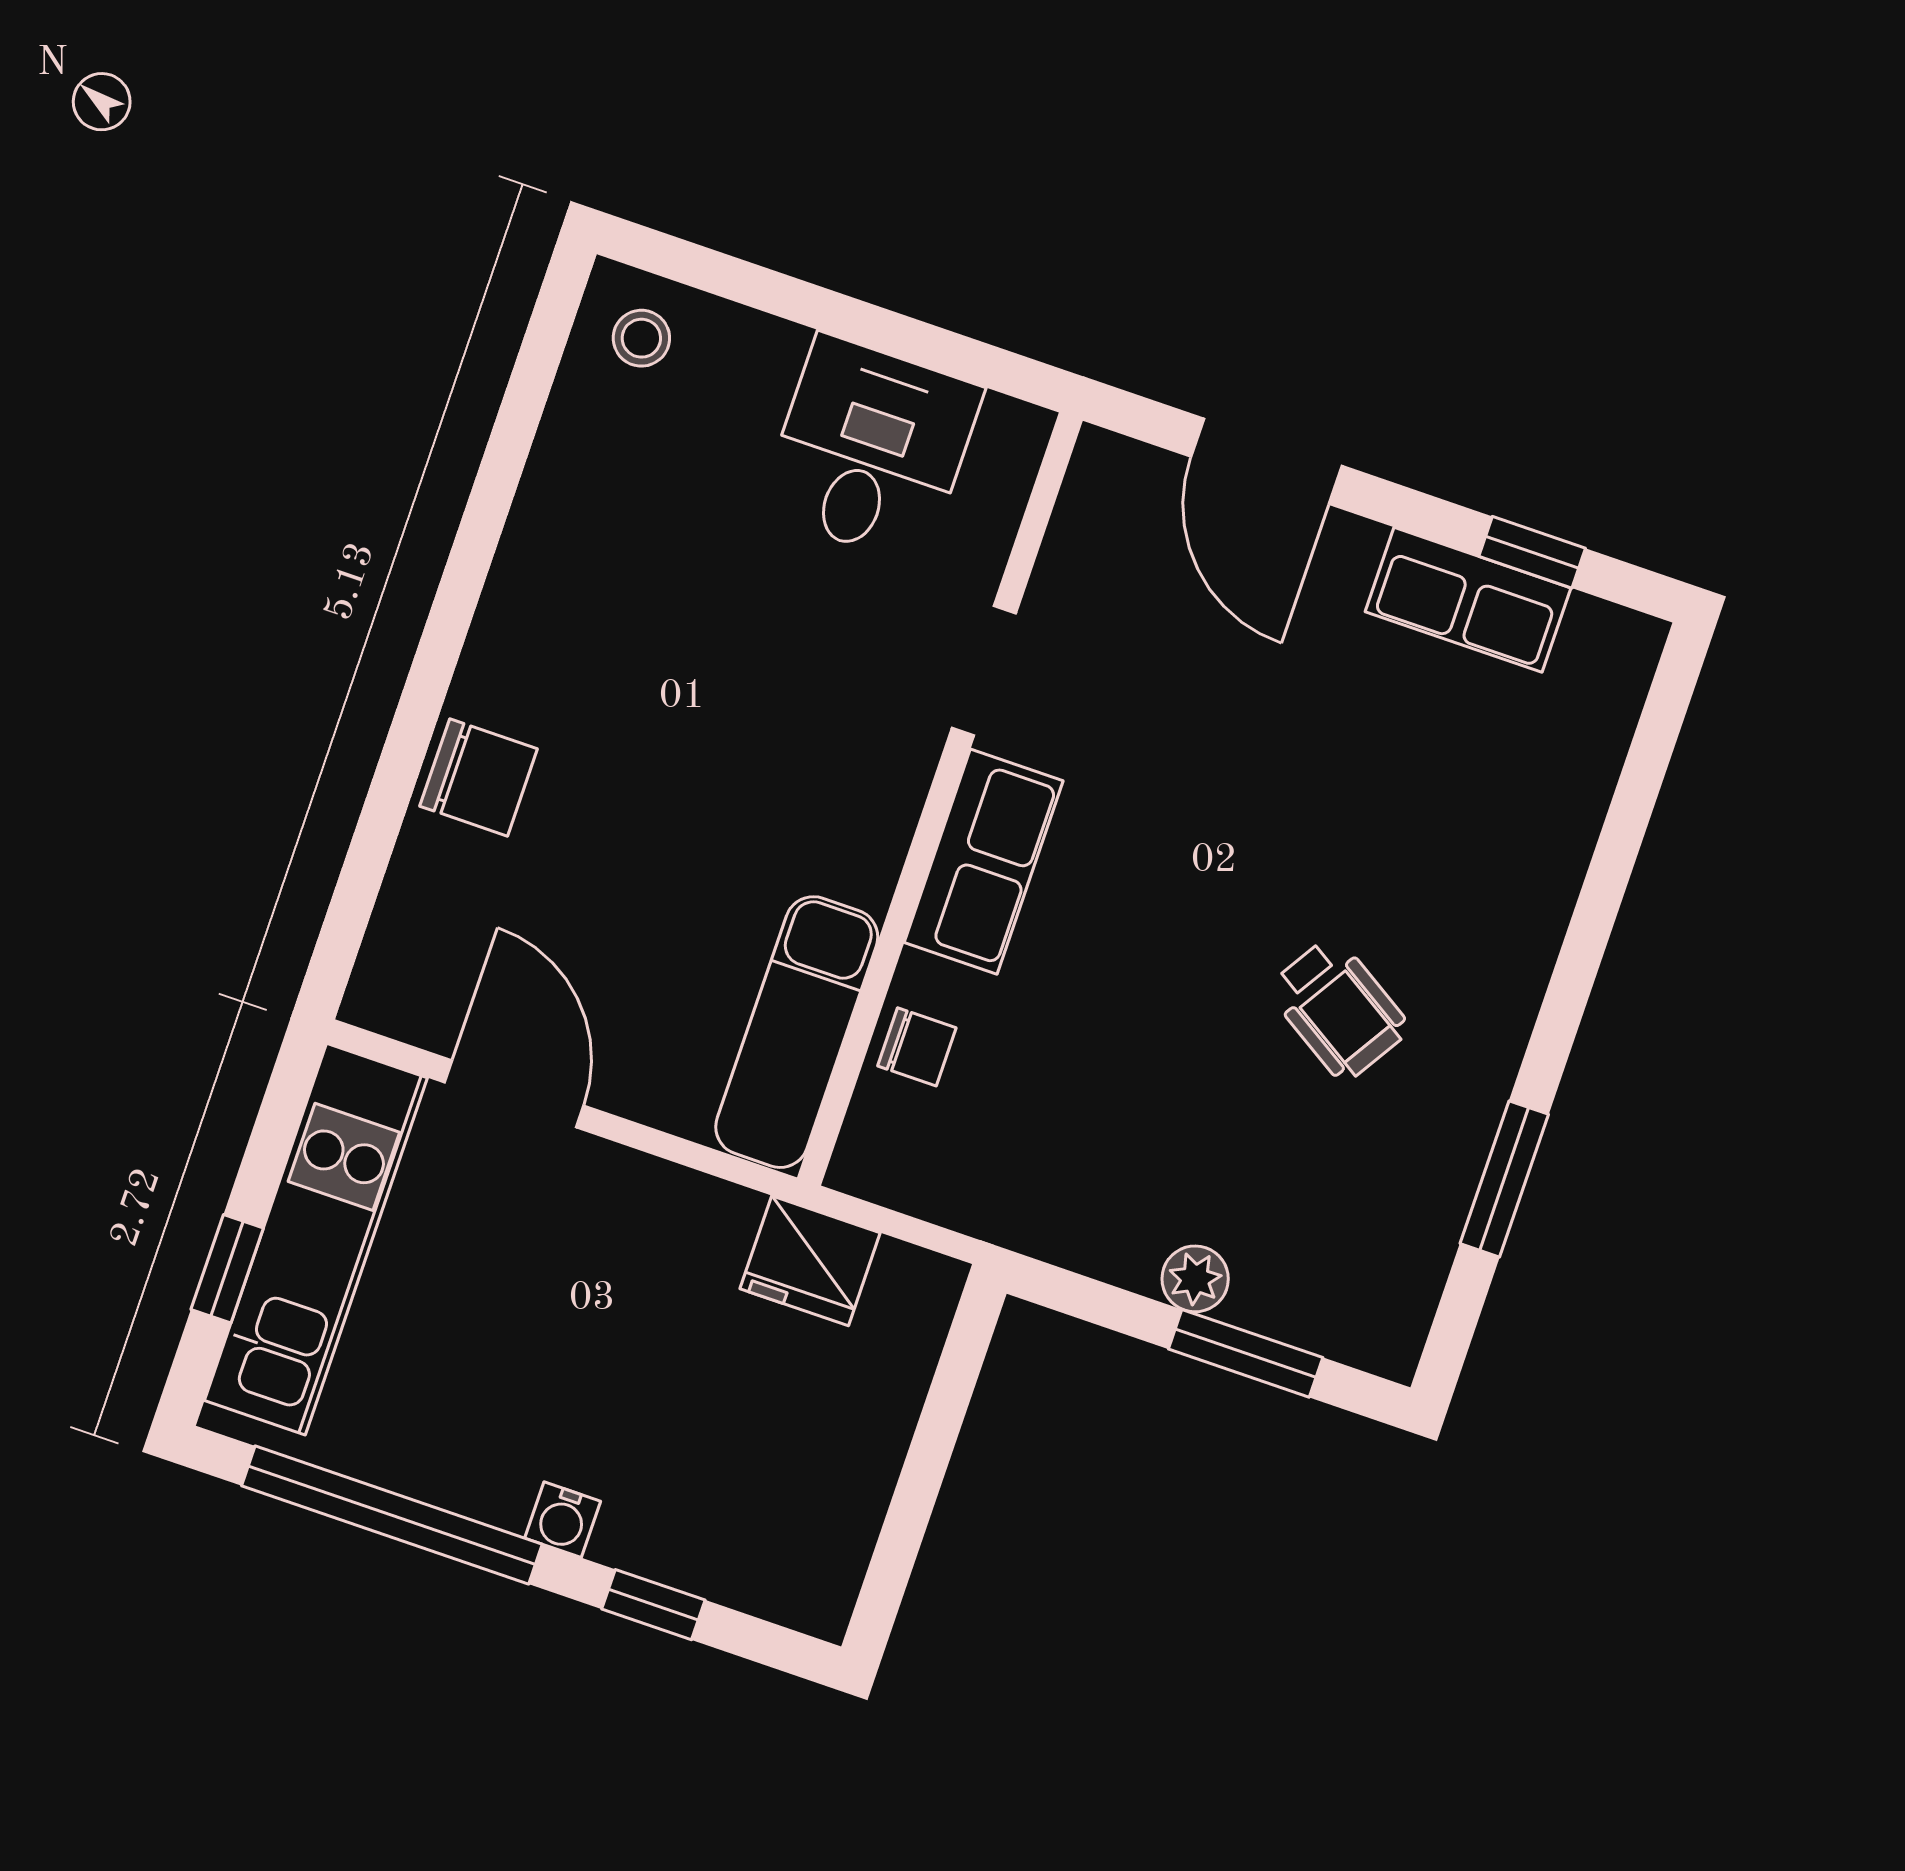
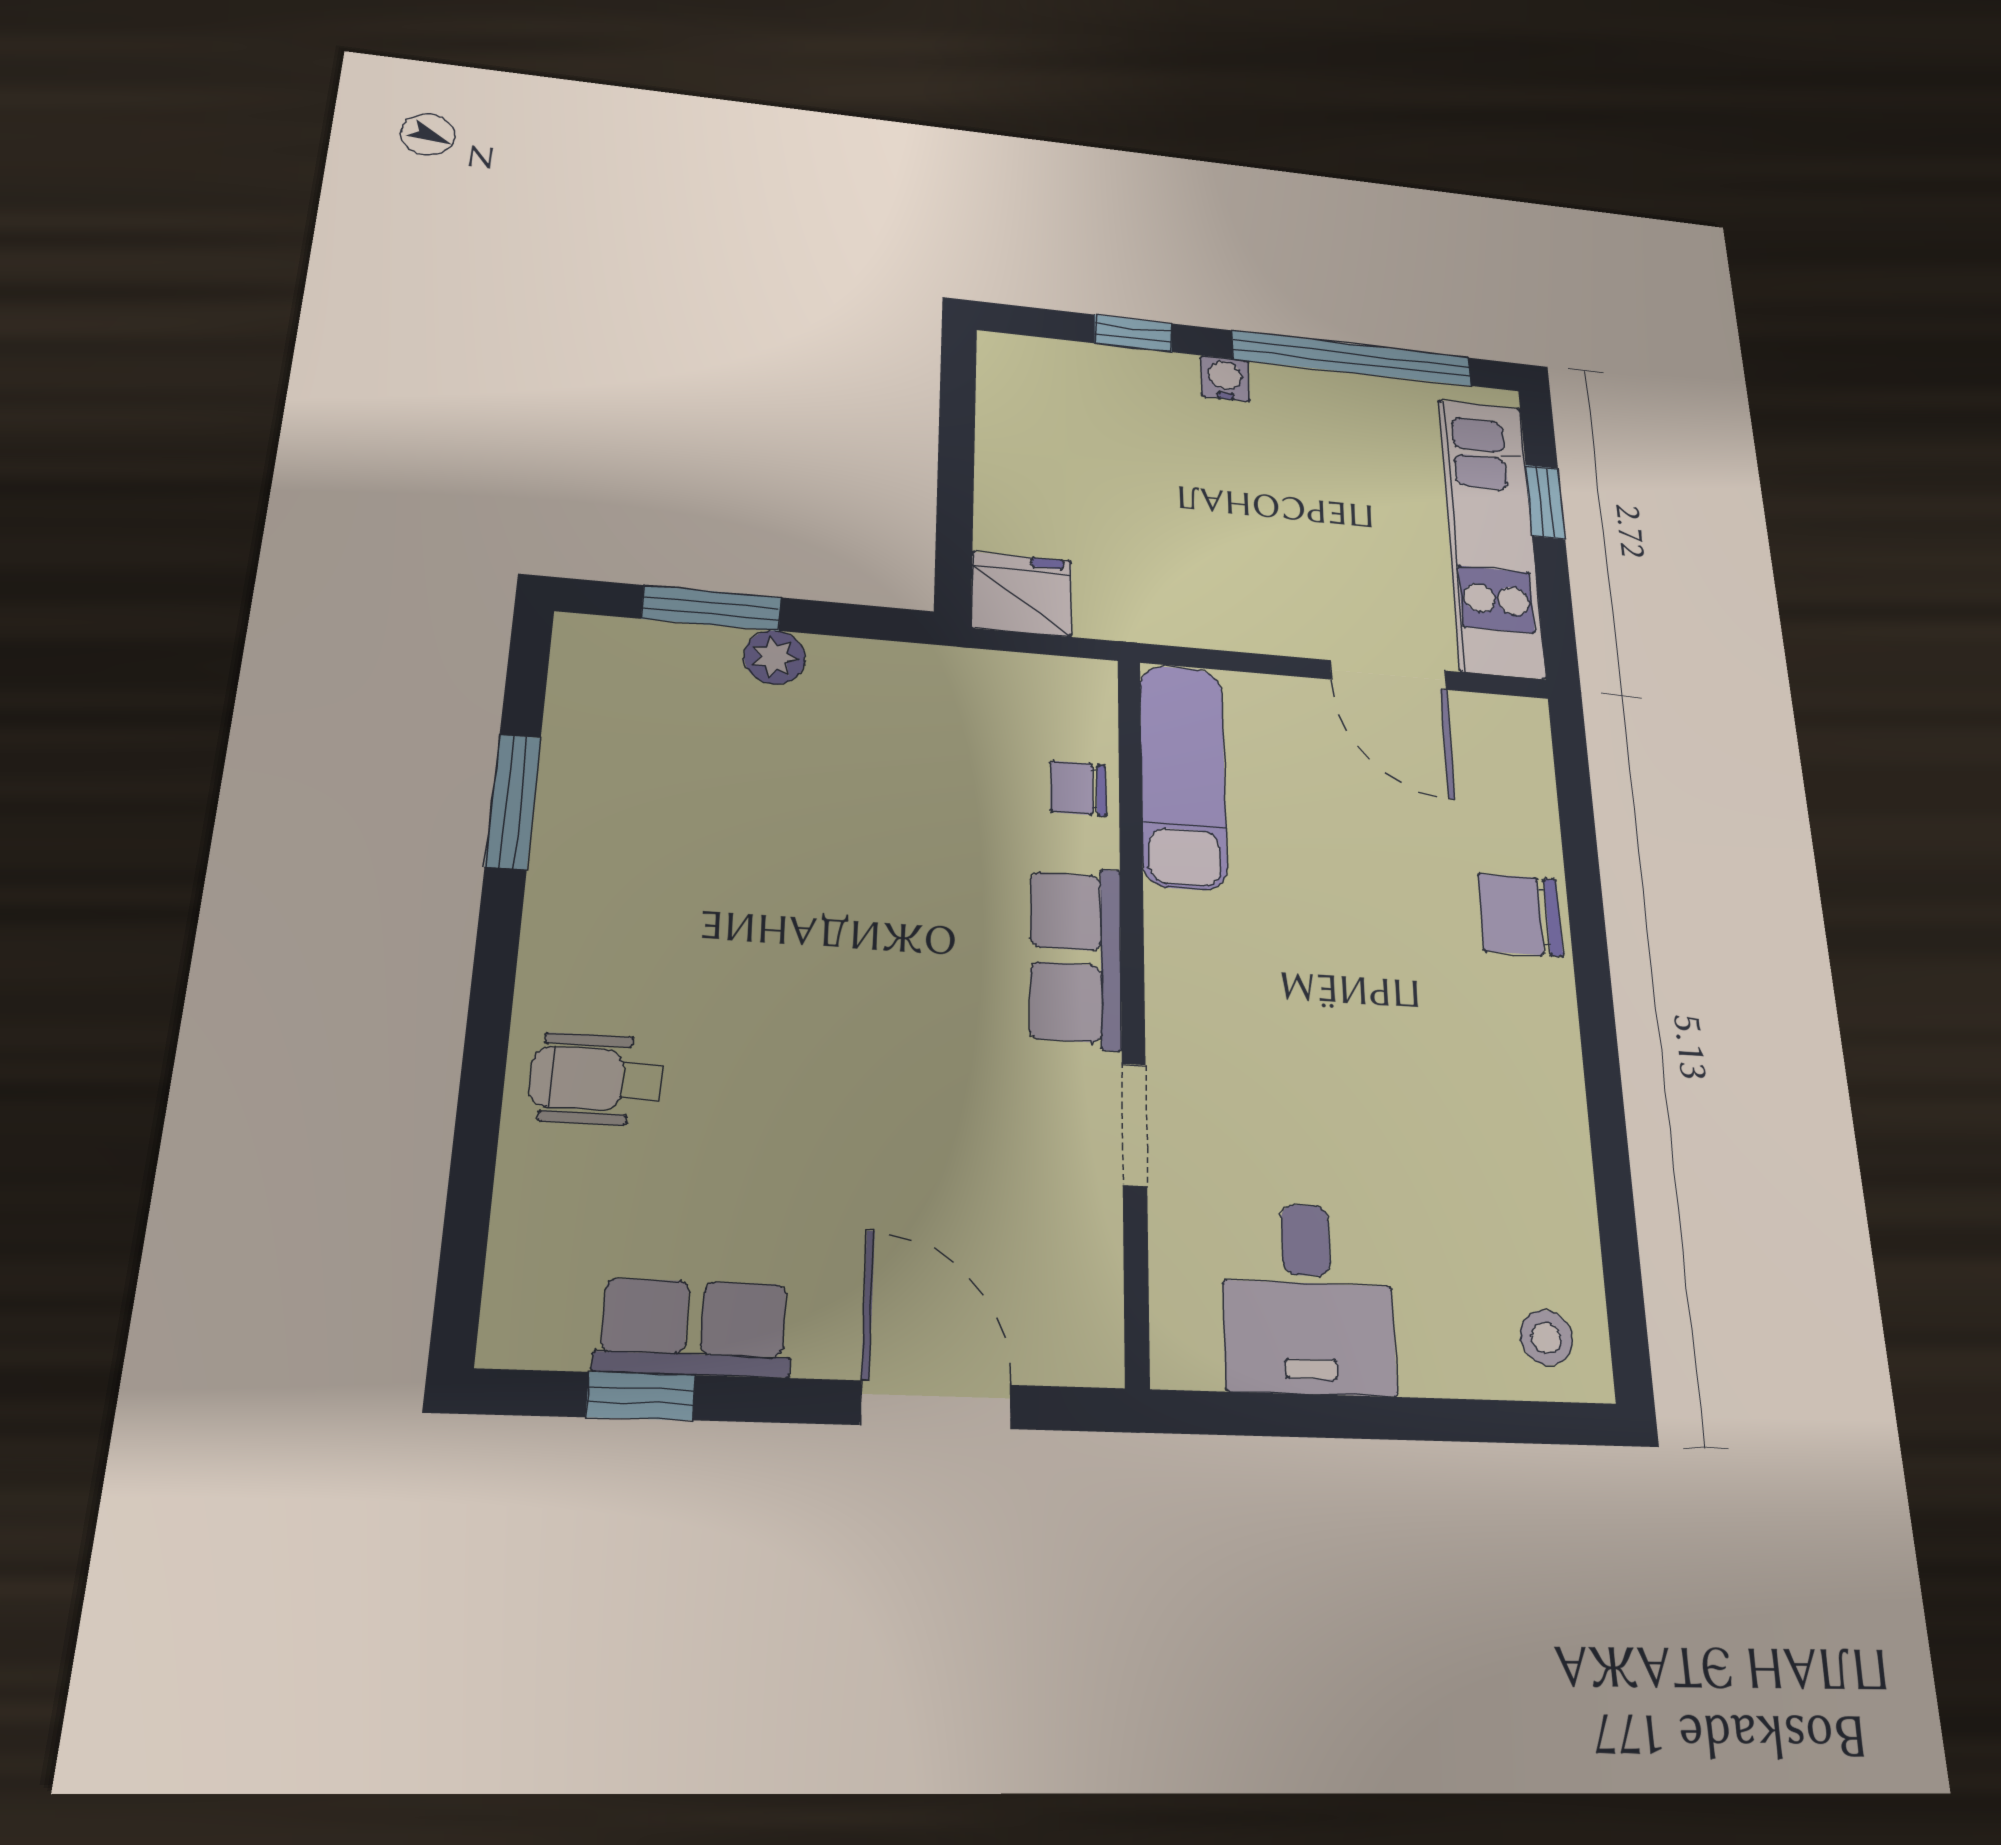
wheelchair: (1339, 1009) -> (596, 1079), moved, turned -32
fridge: (810, 1261) -> (1021, 594), moved

